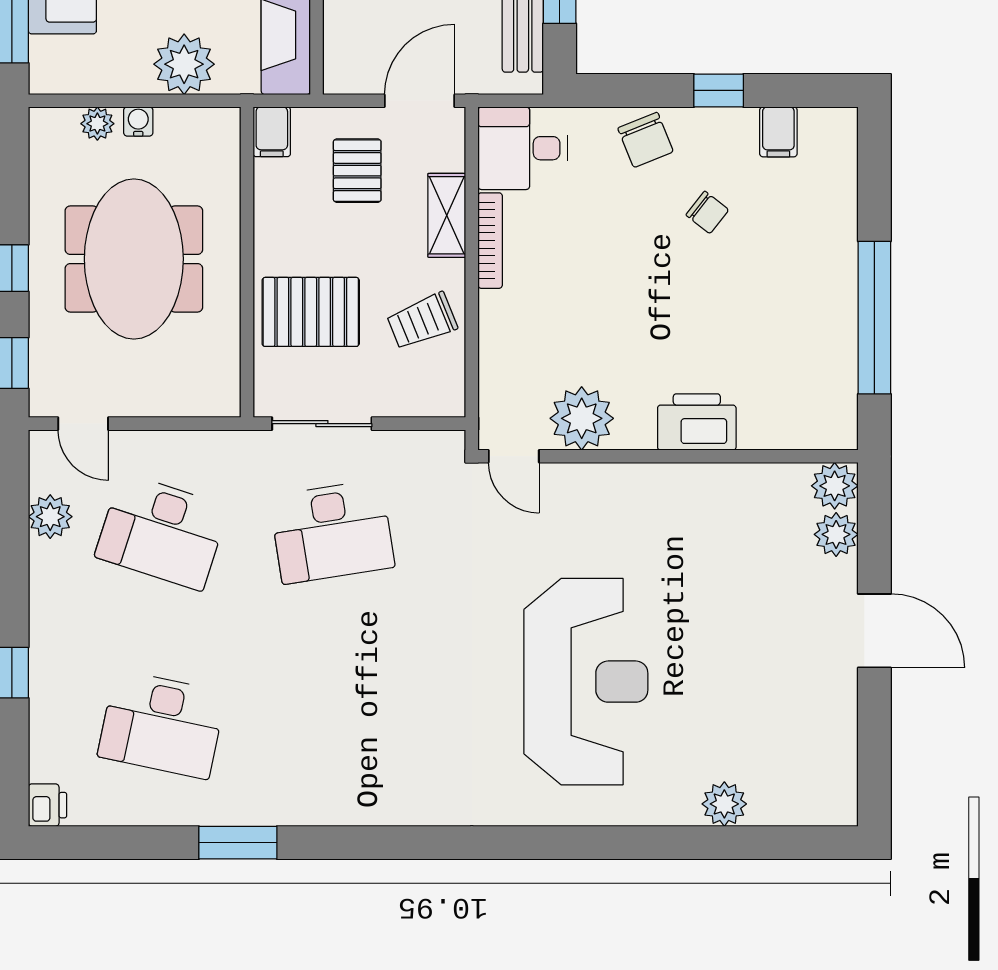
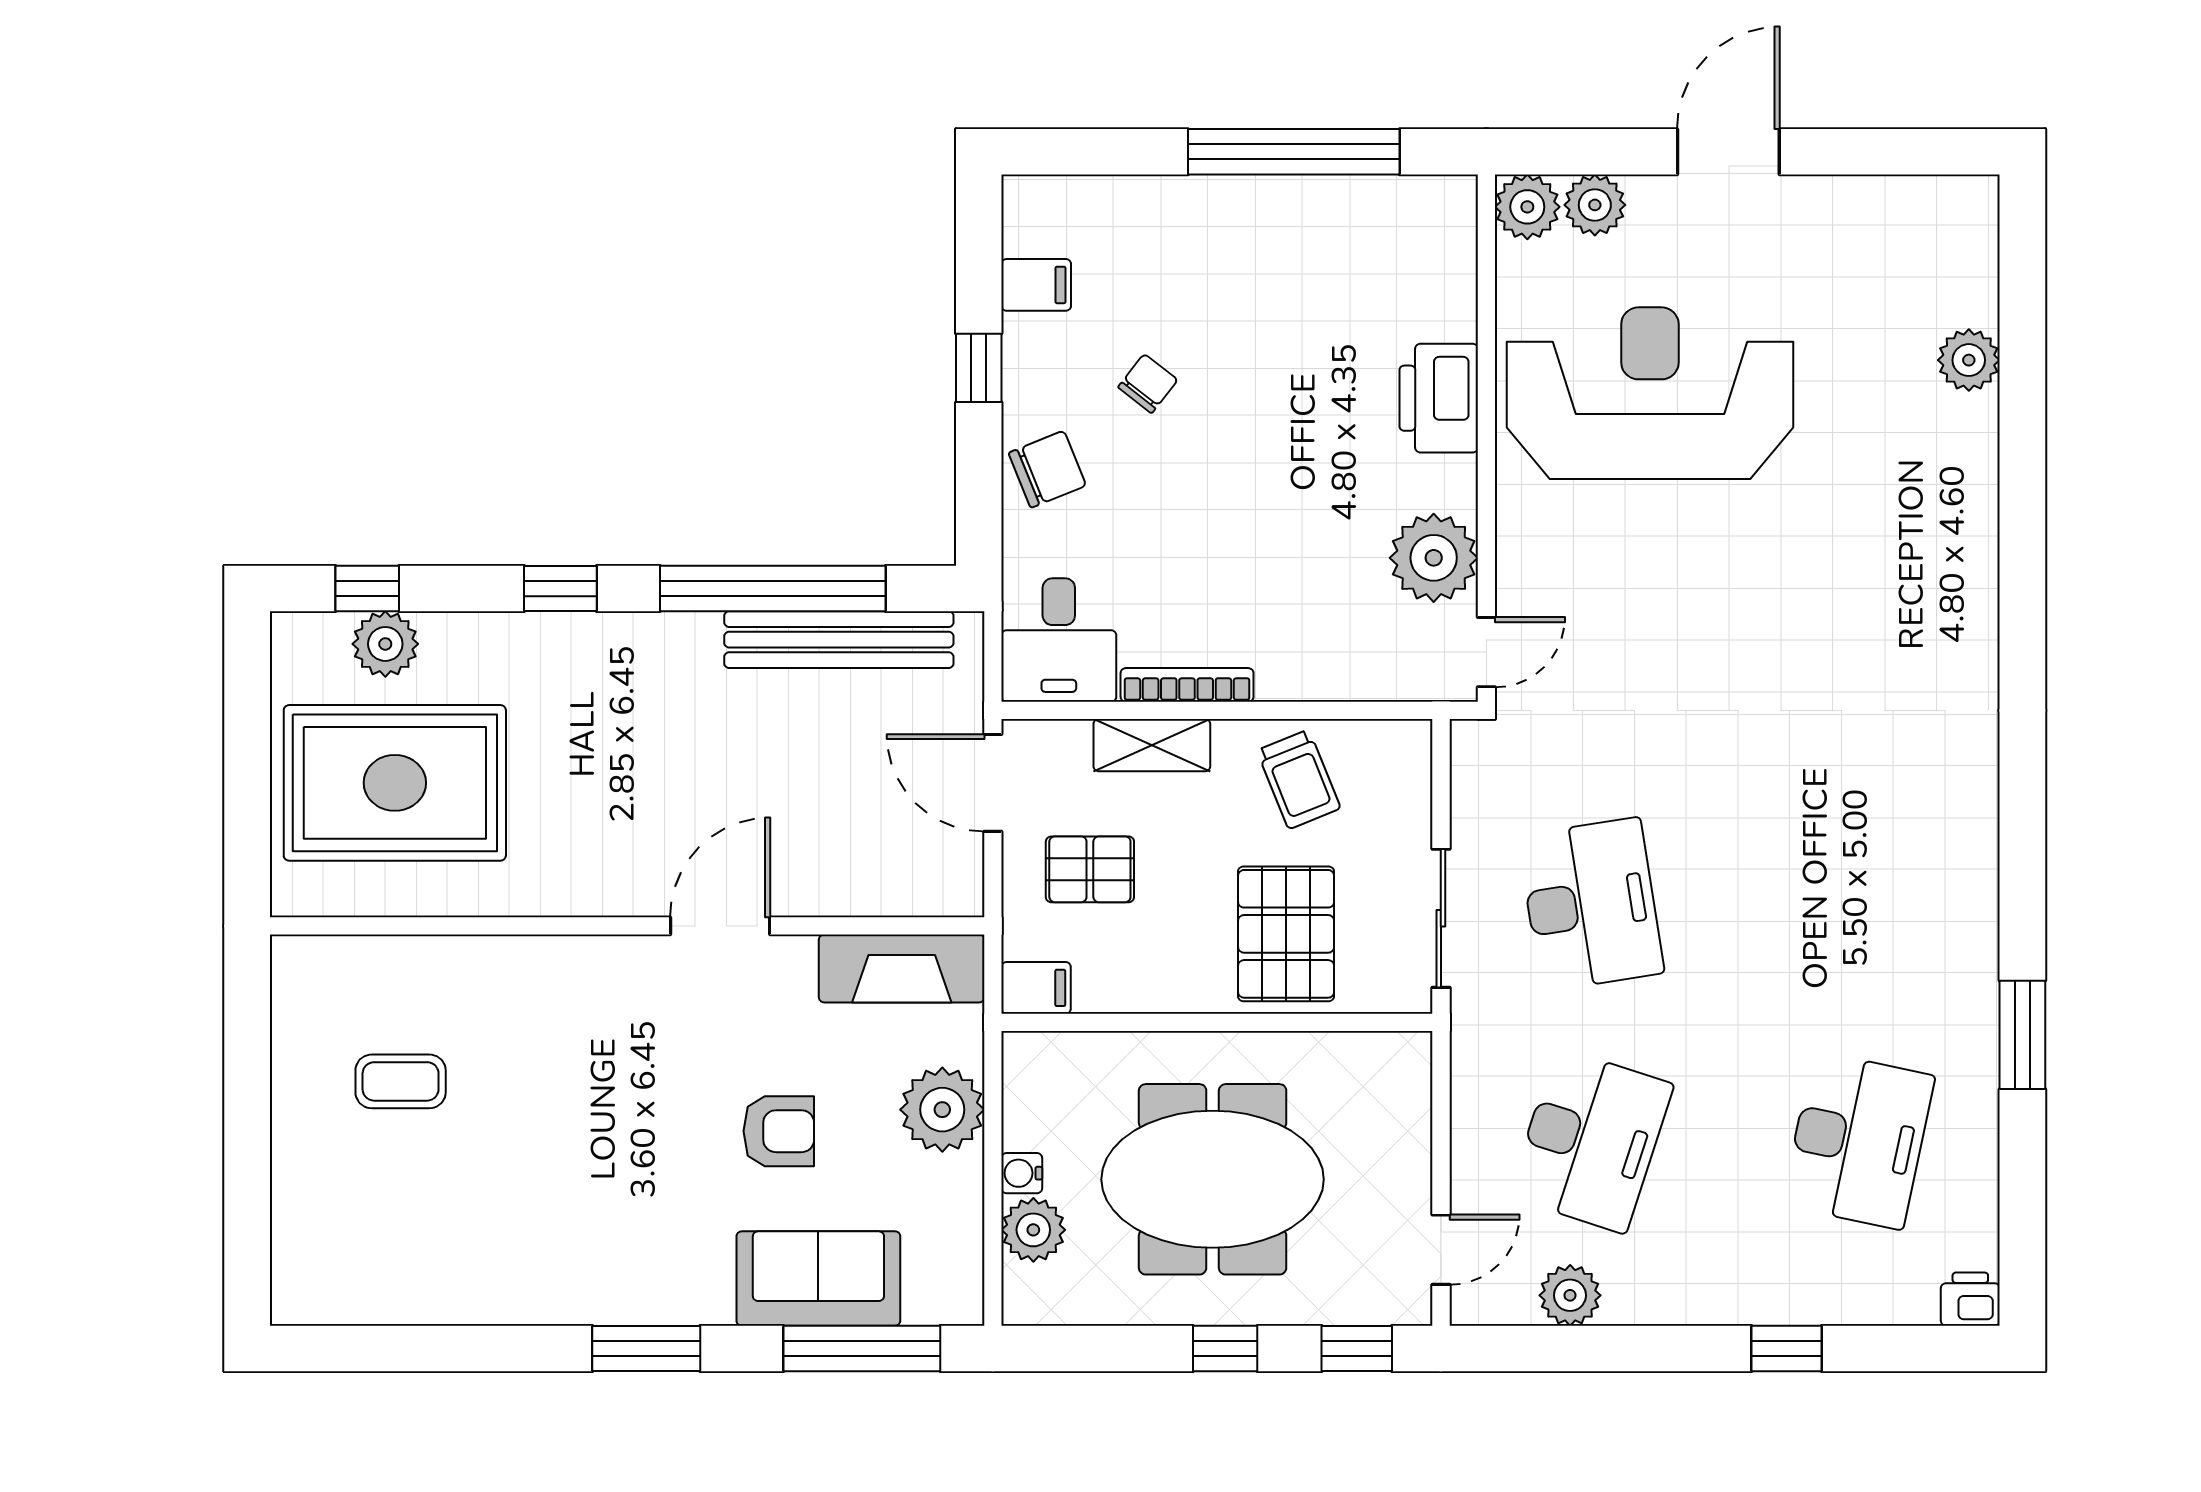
plant: (97, 124) -> (1033, 1230), width x1.38, depth x1.38
reception desk: (586, 682) -> (1650, 393), moved

